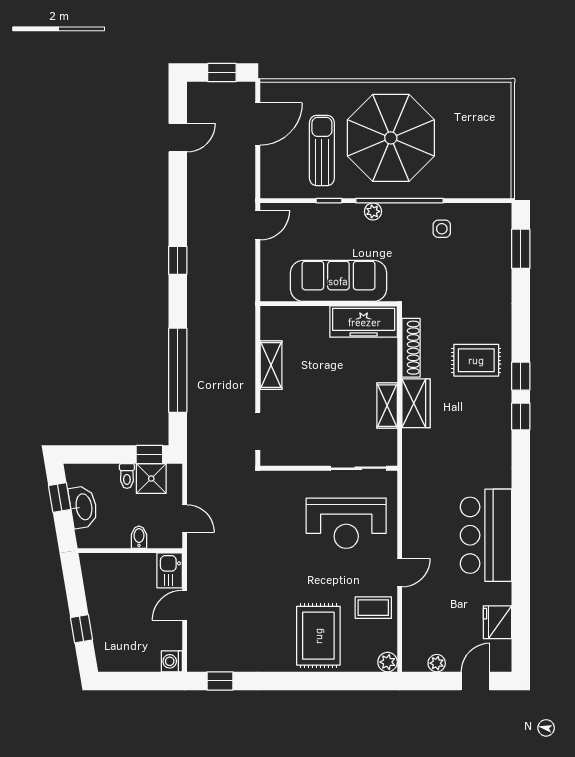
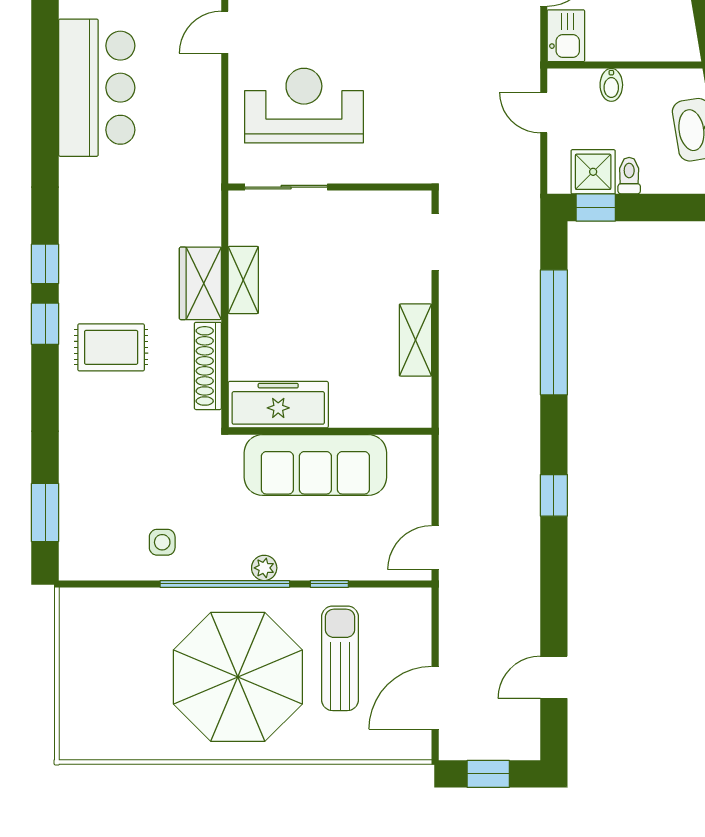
sun lounger: (322, 151) -> (340, 658), turned 180

